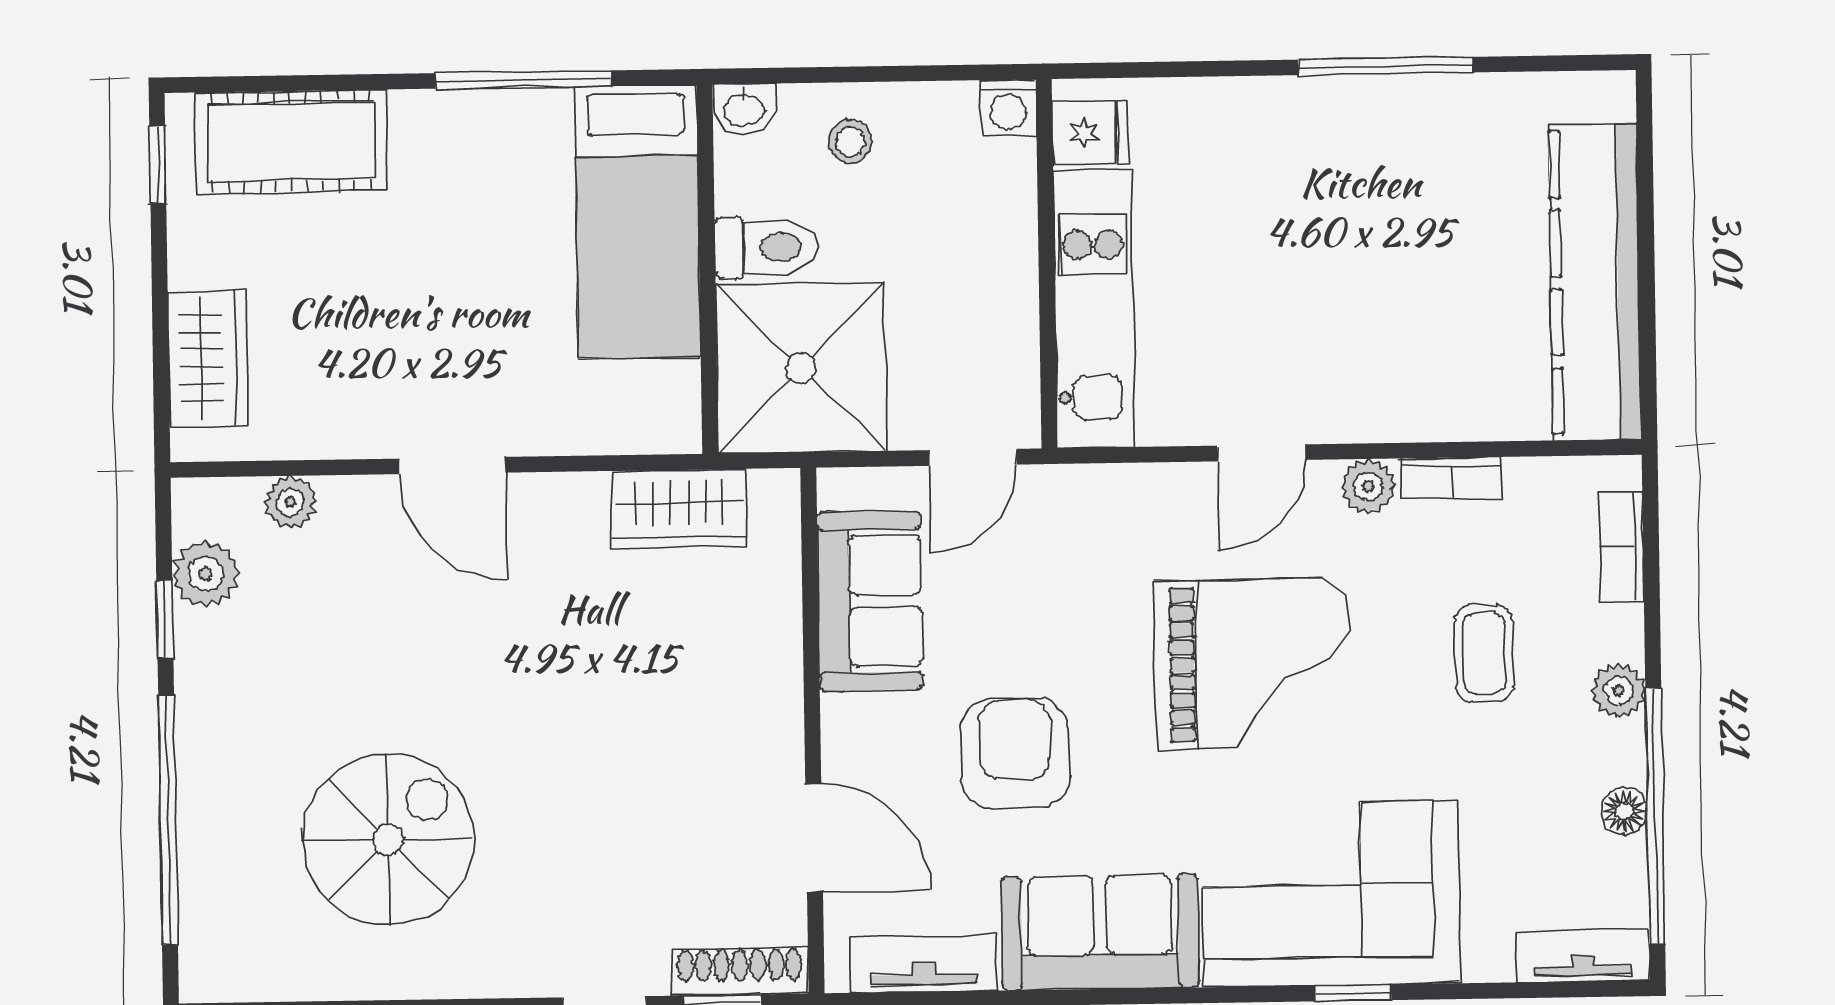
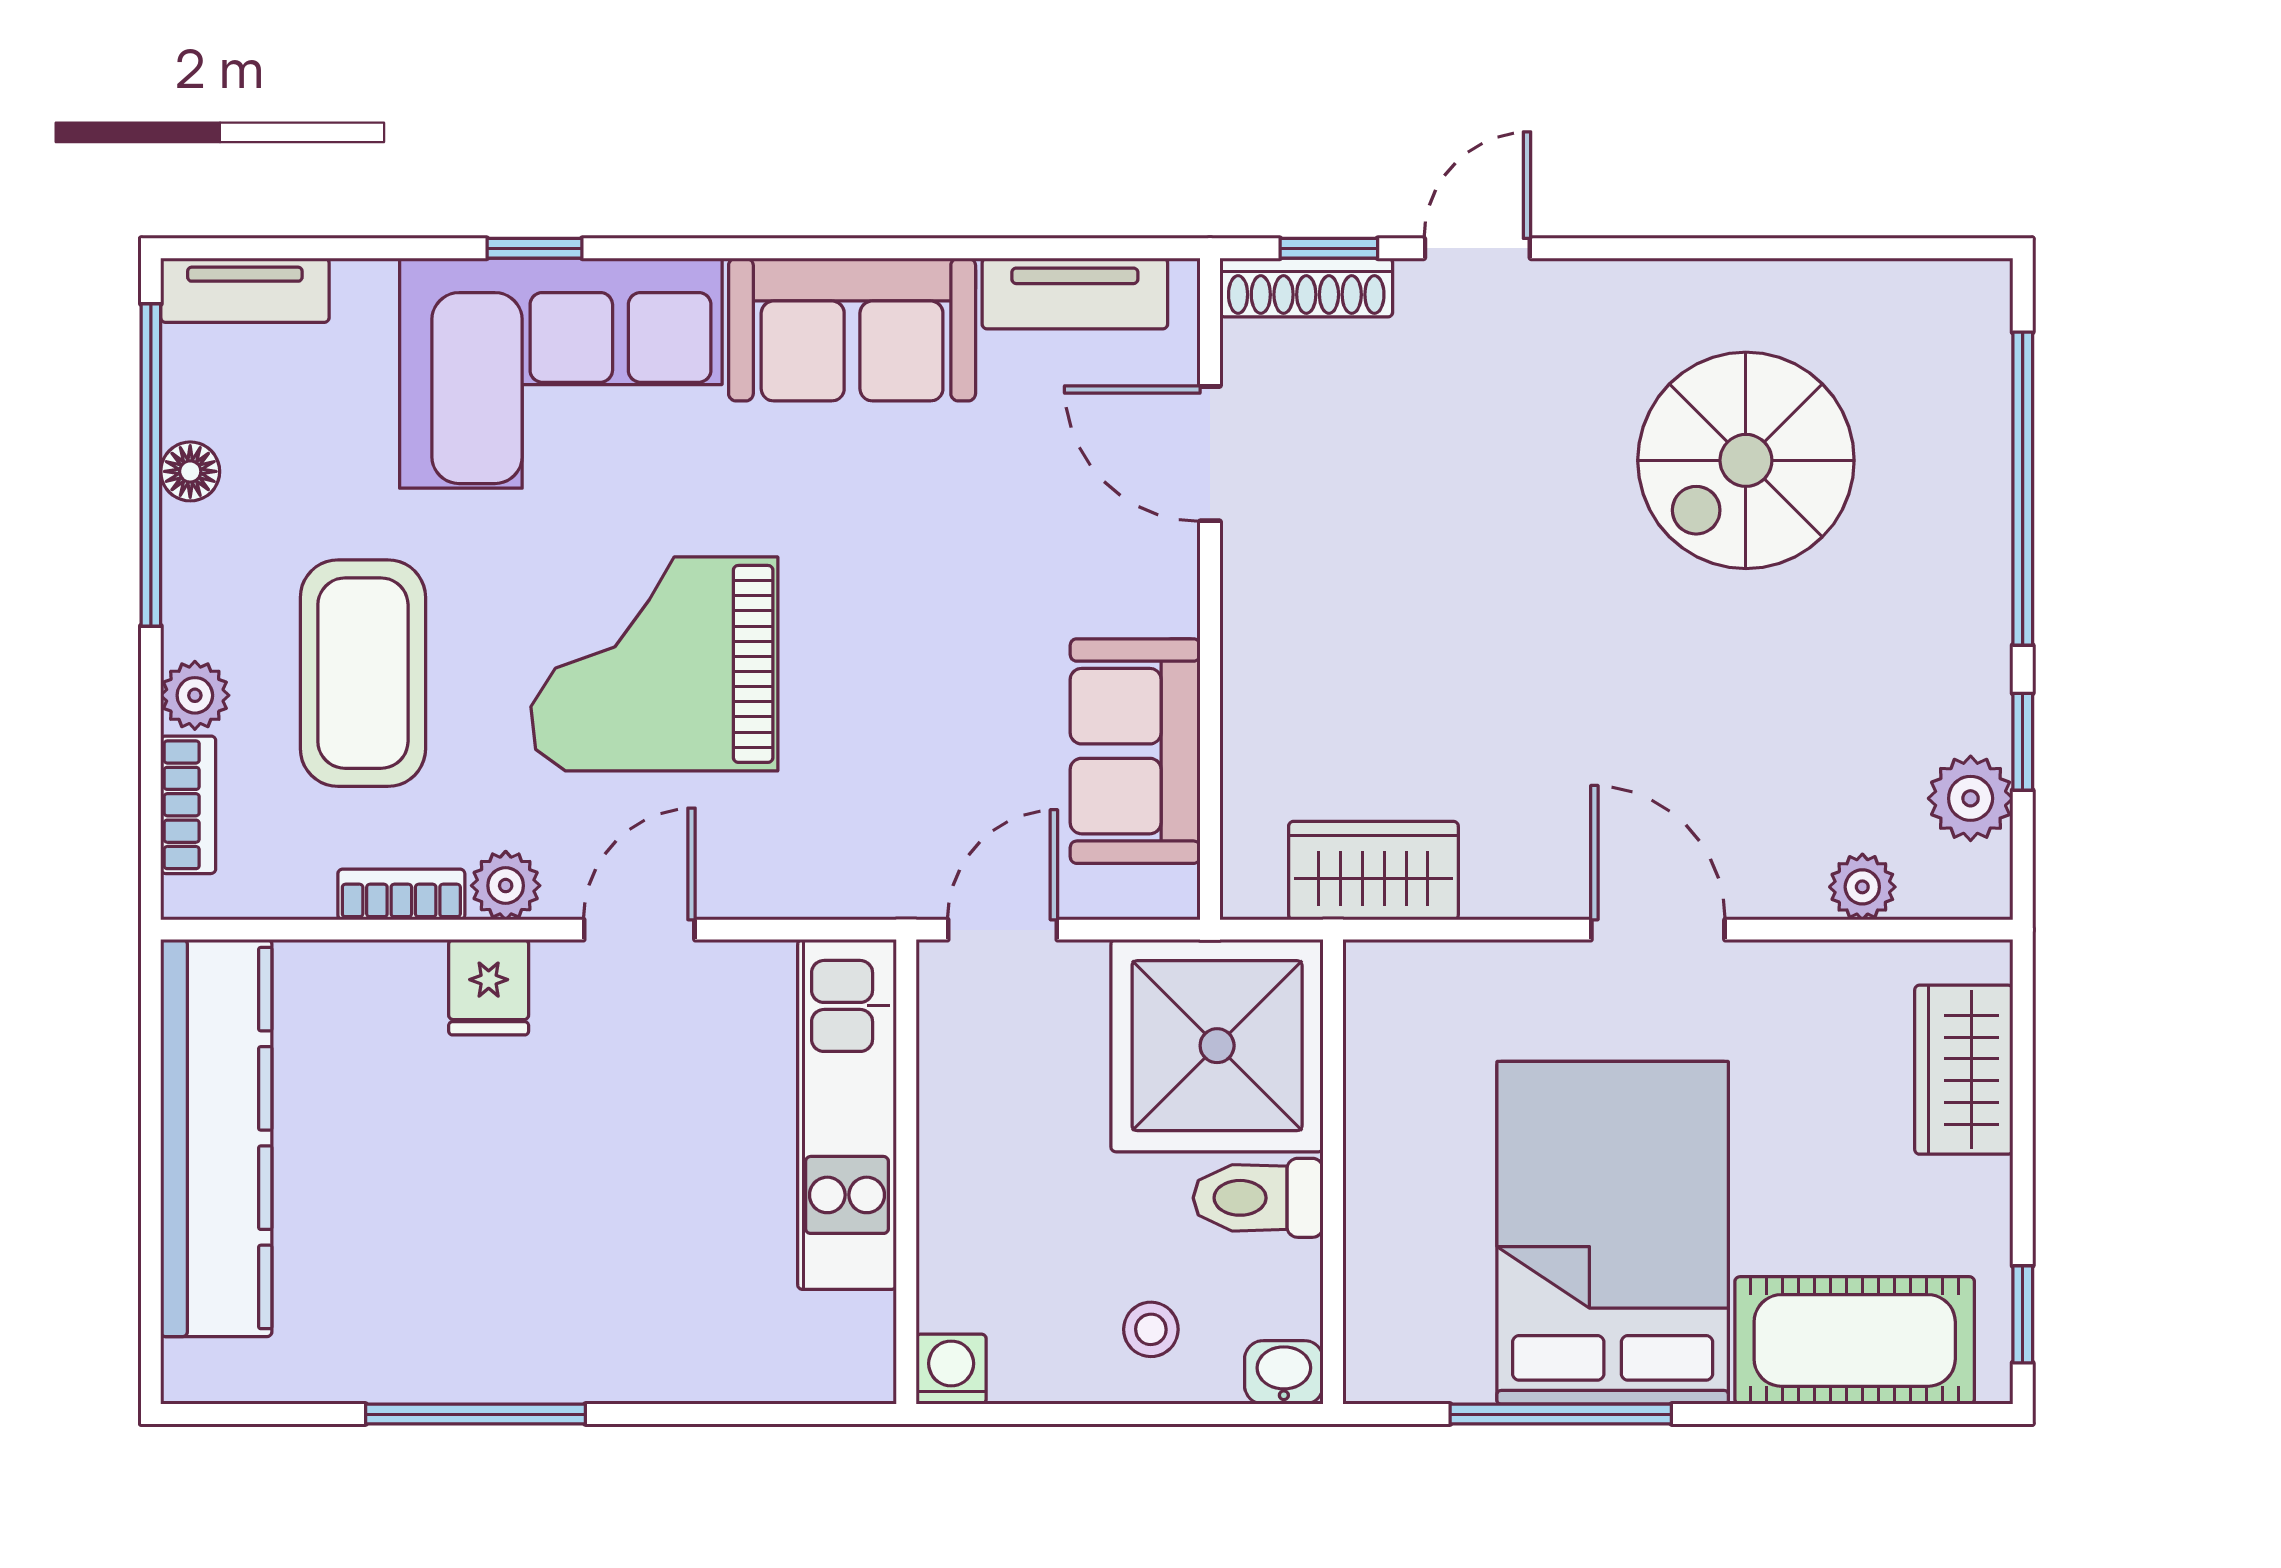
fridge: (1090, 133) -> (489, 987), moved, turned -90
bed: (637, 222) -> (1613, 1233), moved, width x1.50
coffee table: (1484, 653) -> (363, 673), width x1.86, depth x1.72
plant: (1618, 690) -> (195, 695), moved
armchair: (1015, 753) -> (956, 557), removed

